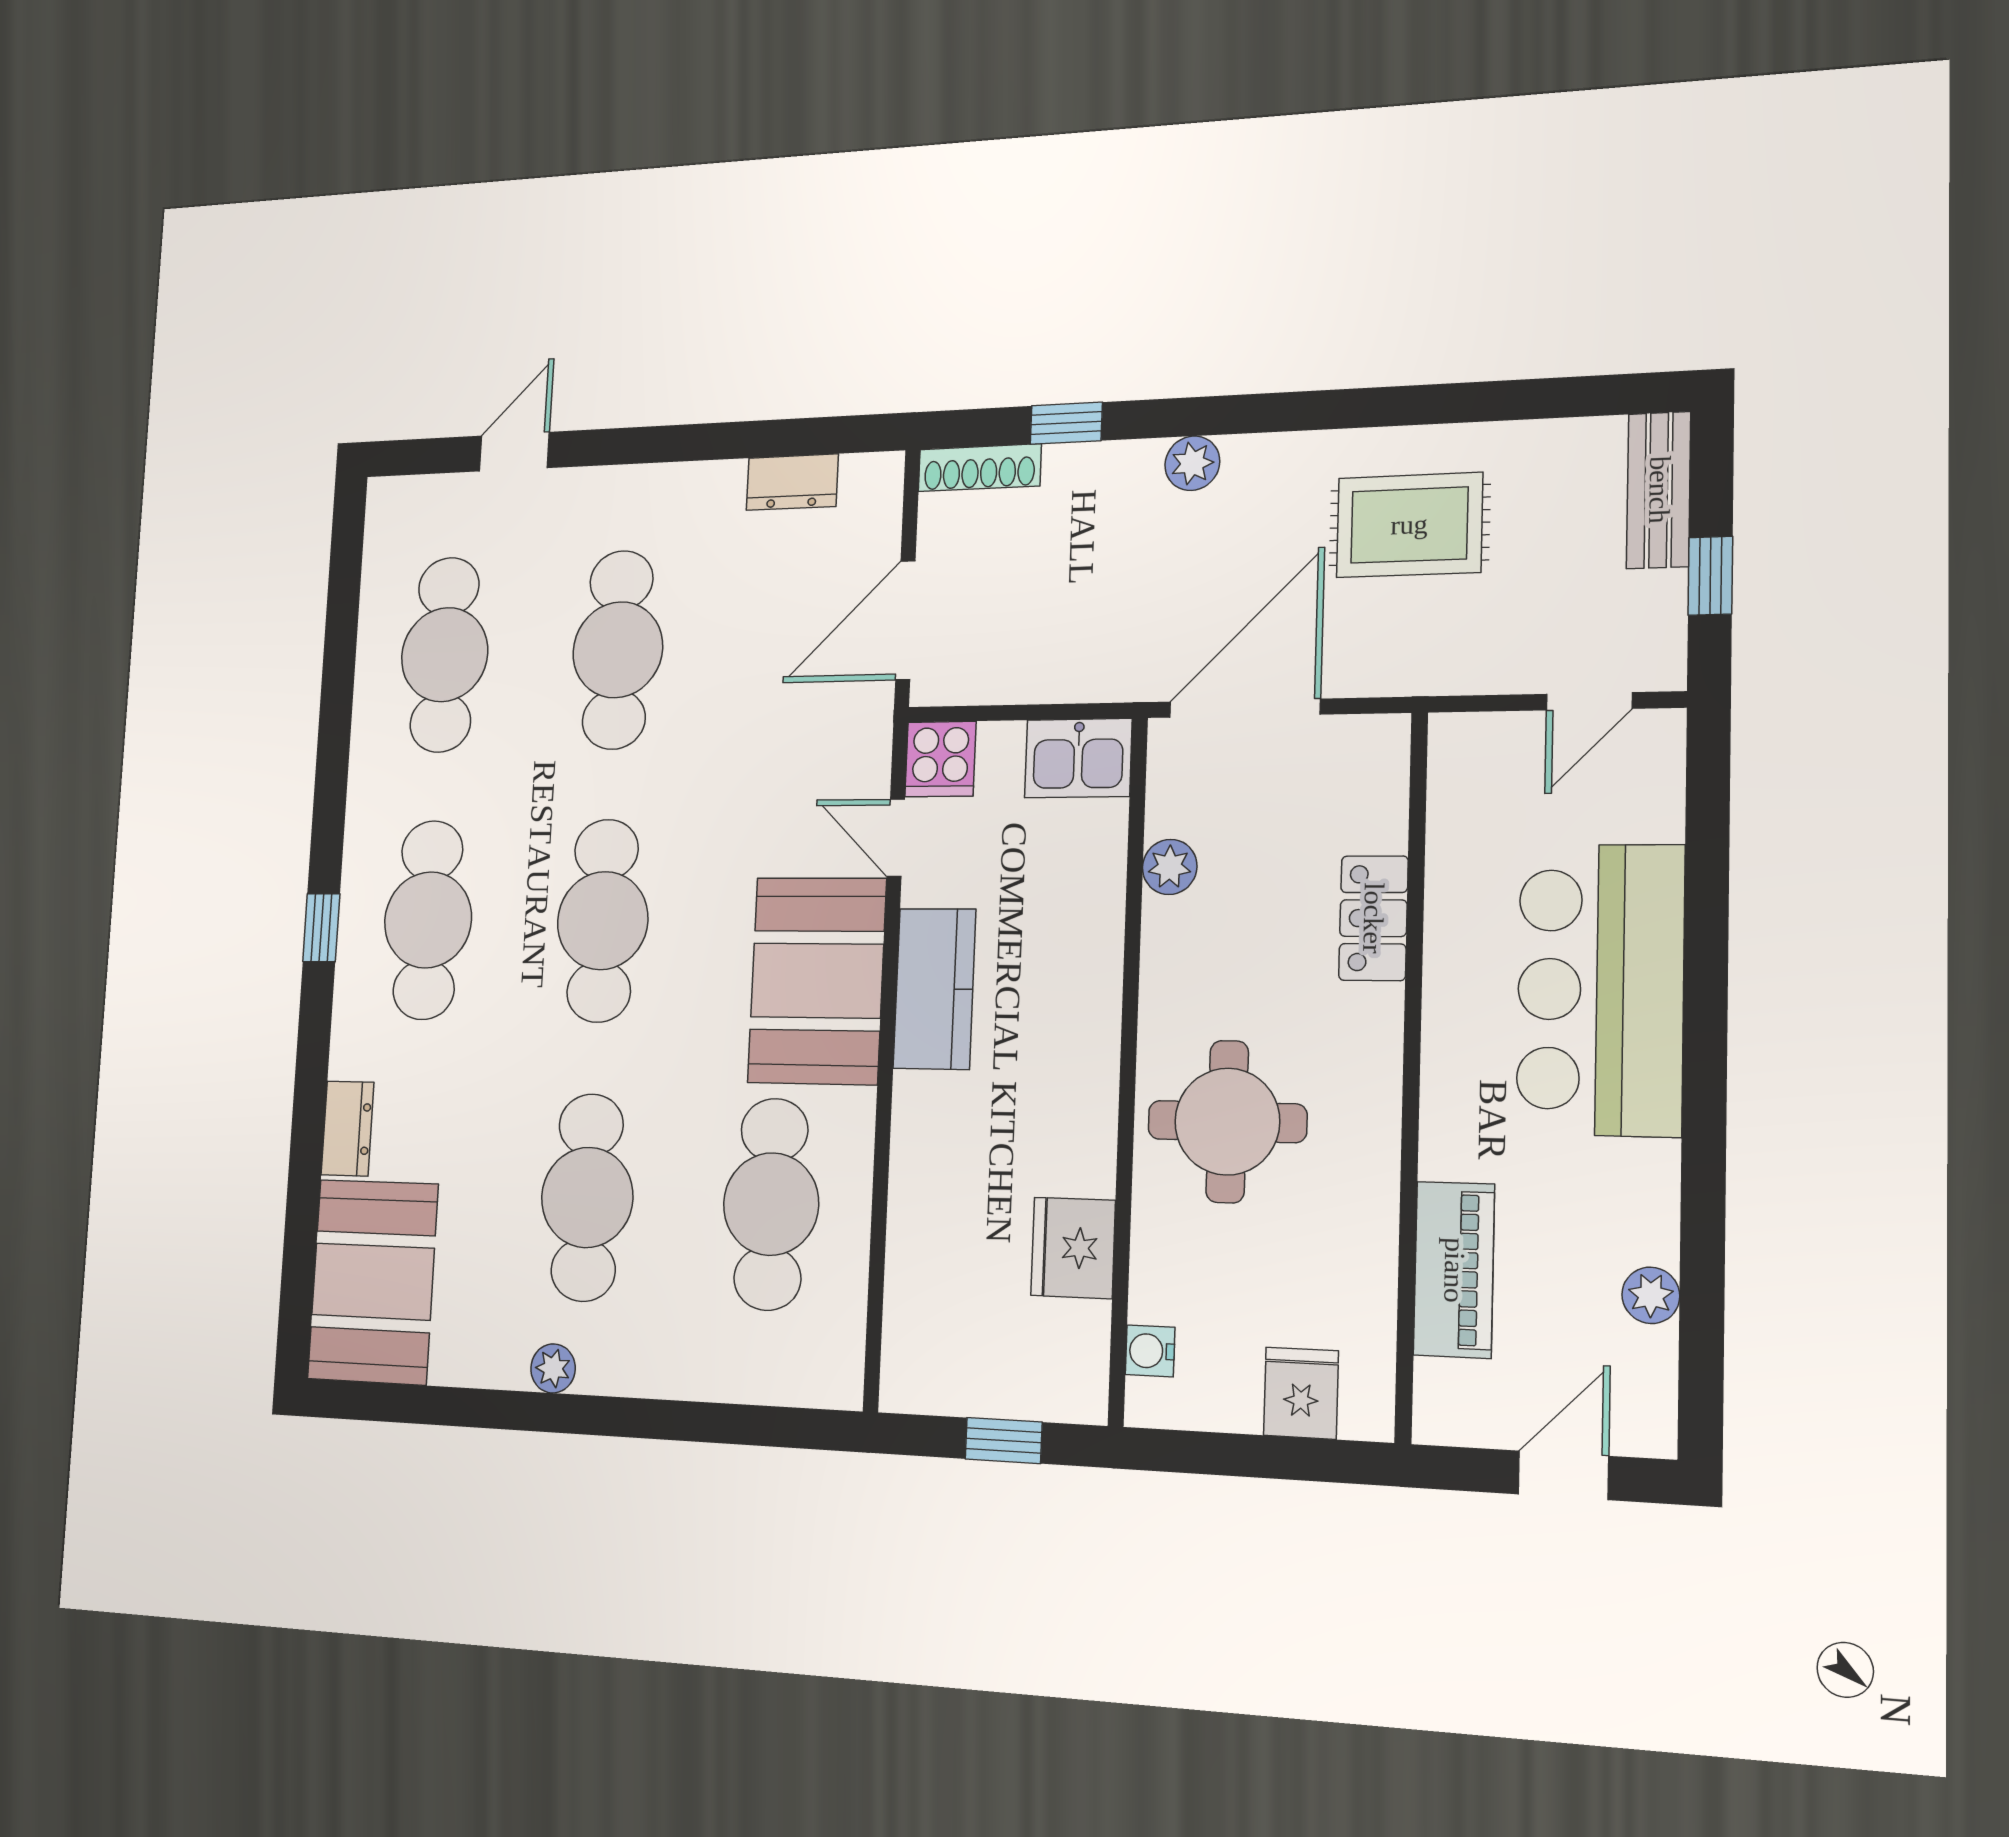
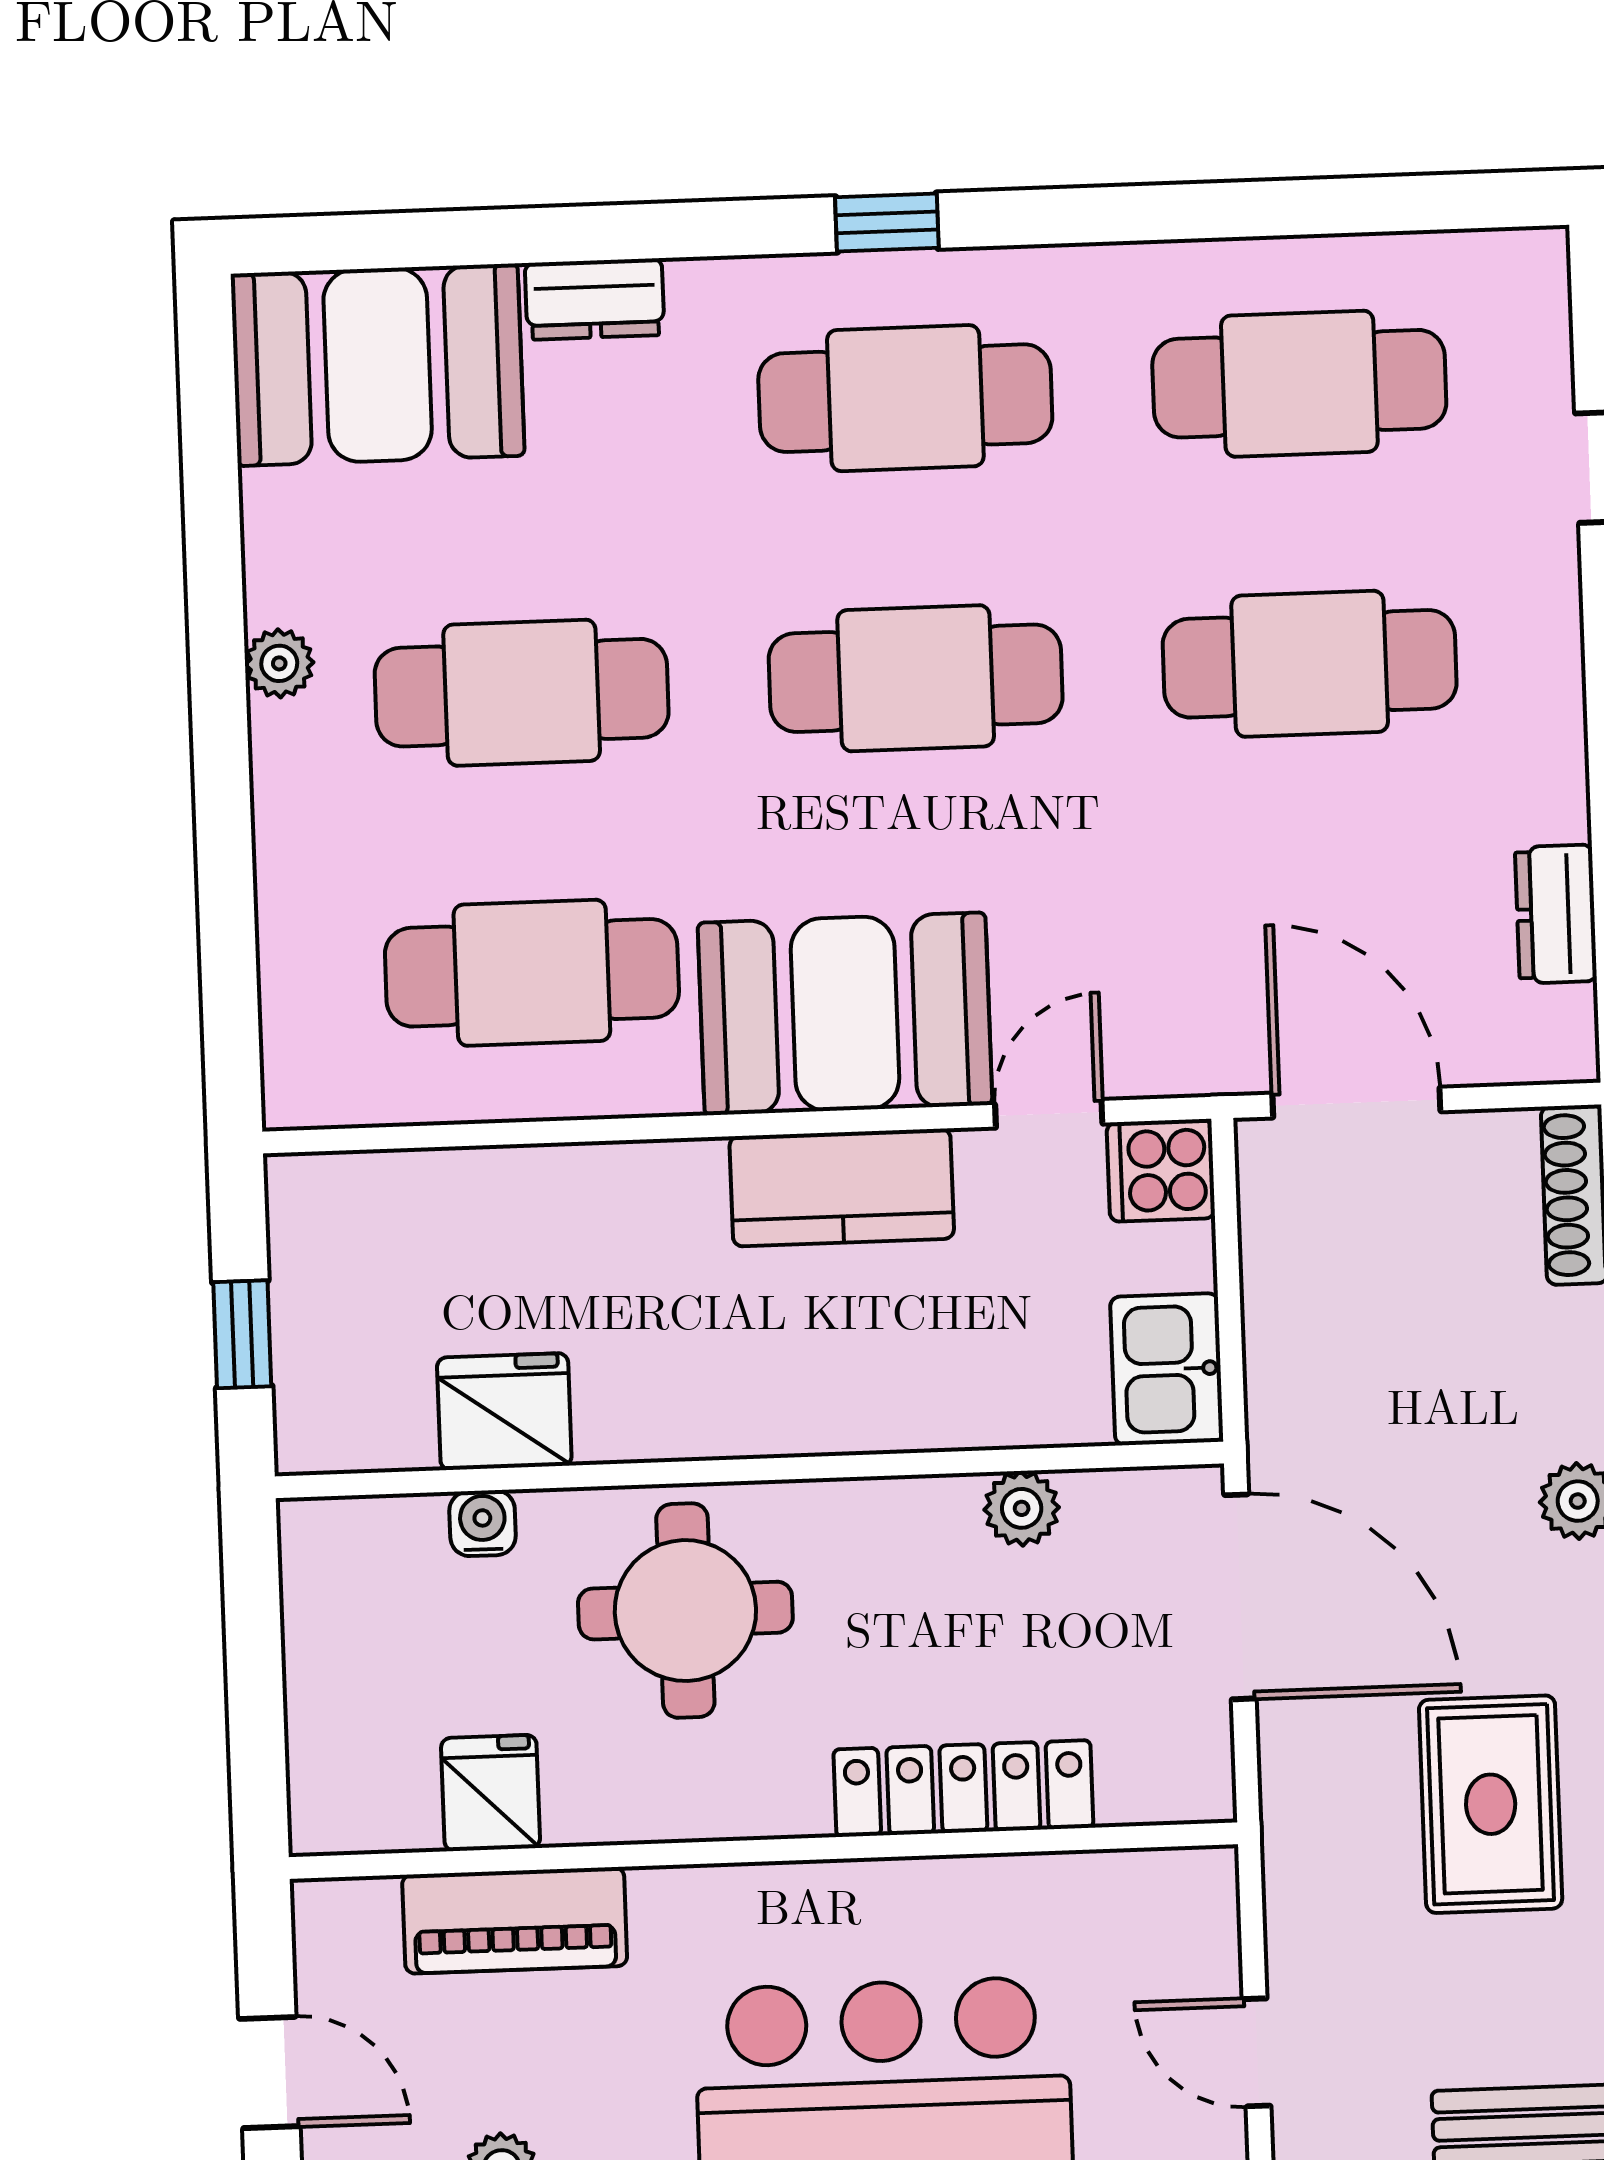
locker: (1373, 918) -> (963, 1789), width x1.53
water cooler: (1150, 1351) -> (483, 1523), moved
fridge: (1301, 1393) -> (491, 1793), moved, turned -90

